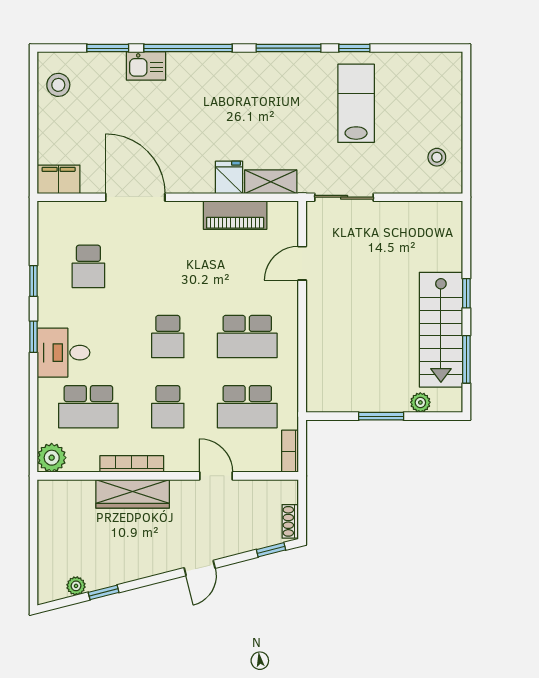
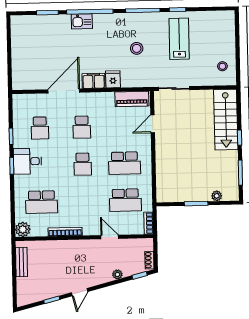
kitchen sink: (146, 66) -> (82, 21), moved
stool: (58, 85) -> (137, 48), moved
filing cabinet: (59, 179) -> (94, 81), moved
shelving: (271, 182) -> (135, 81), removed
door: (135, 197) -> (64, 91), hinge flipped
piano: (235, 215) -> (132, 99), moved
stairs: (441, 330) -> (226, 120), moved
desk: (64, 353) -> (27, 161), moved
school desk: (168, 407) -> (82, 127), moved
wardrobe: (133, 494) -> (66, 247), removed
bench: (48, 519) -> (22, 262), added
door: (200, 568) -> (80, 292), moved
plant: (76, 586) -> (117, 274), moved

